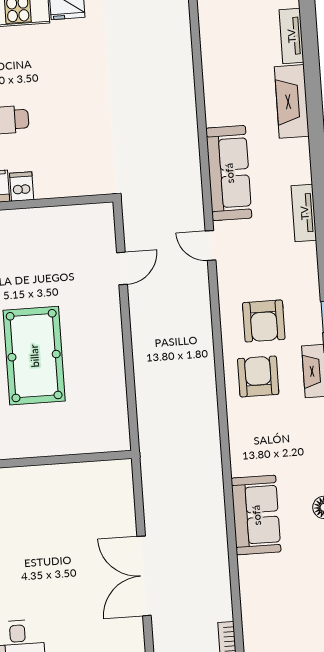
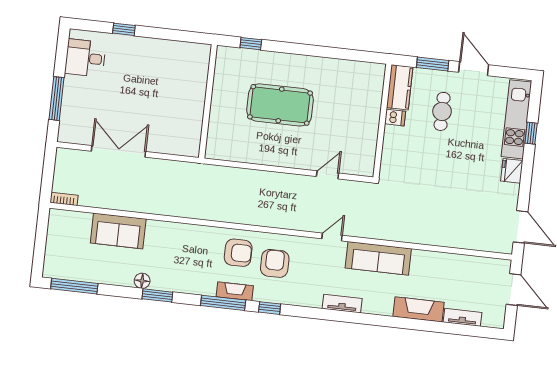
door: (122, 268) -> (328, 175), swing flipped
armchair: (264, 321) -> (275, 263), turned 90
sofa: (256, 515) -> (118, 231), moved

